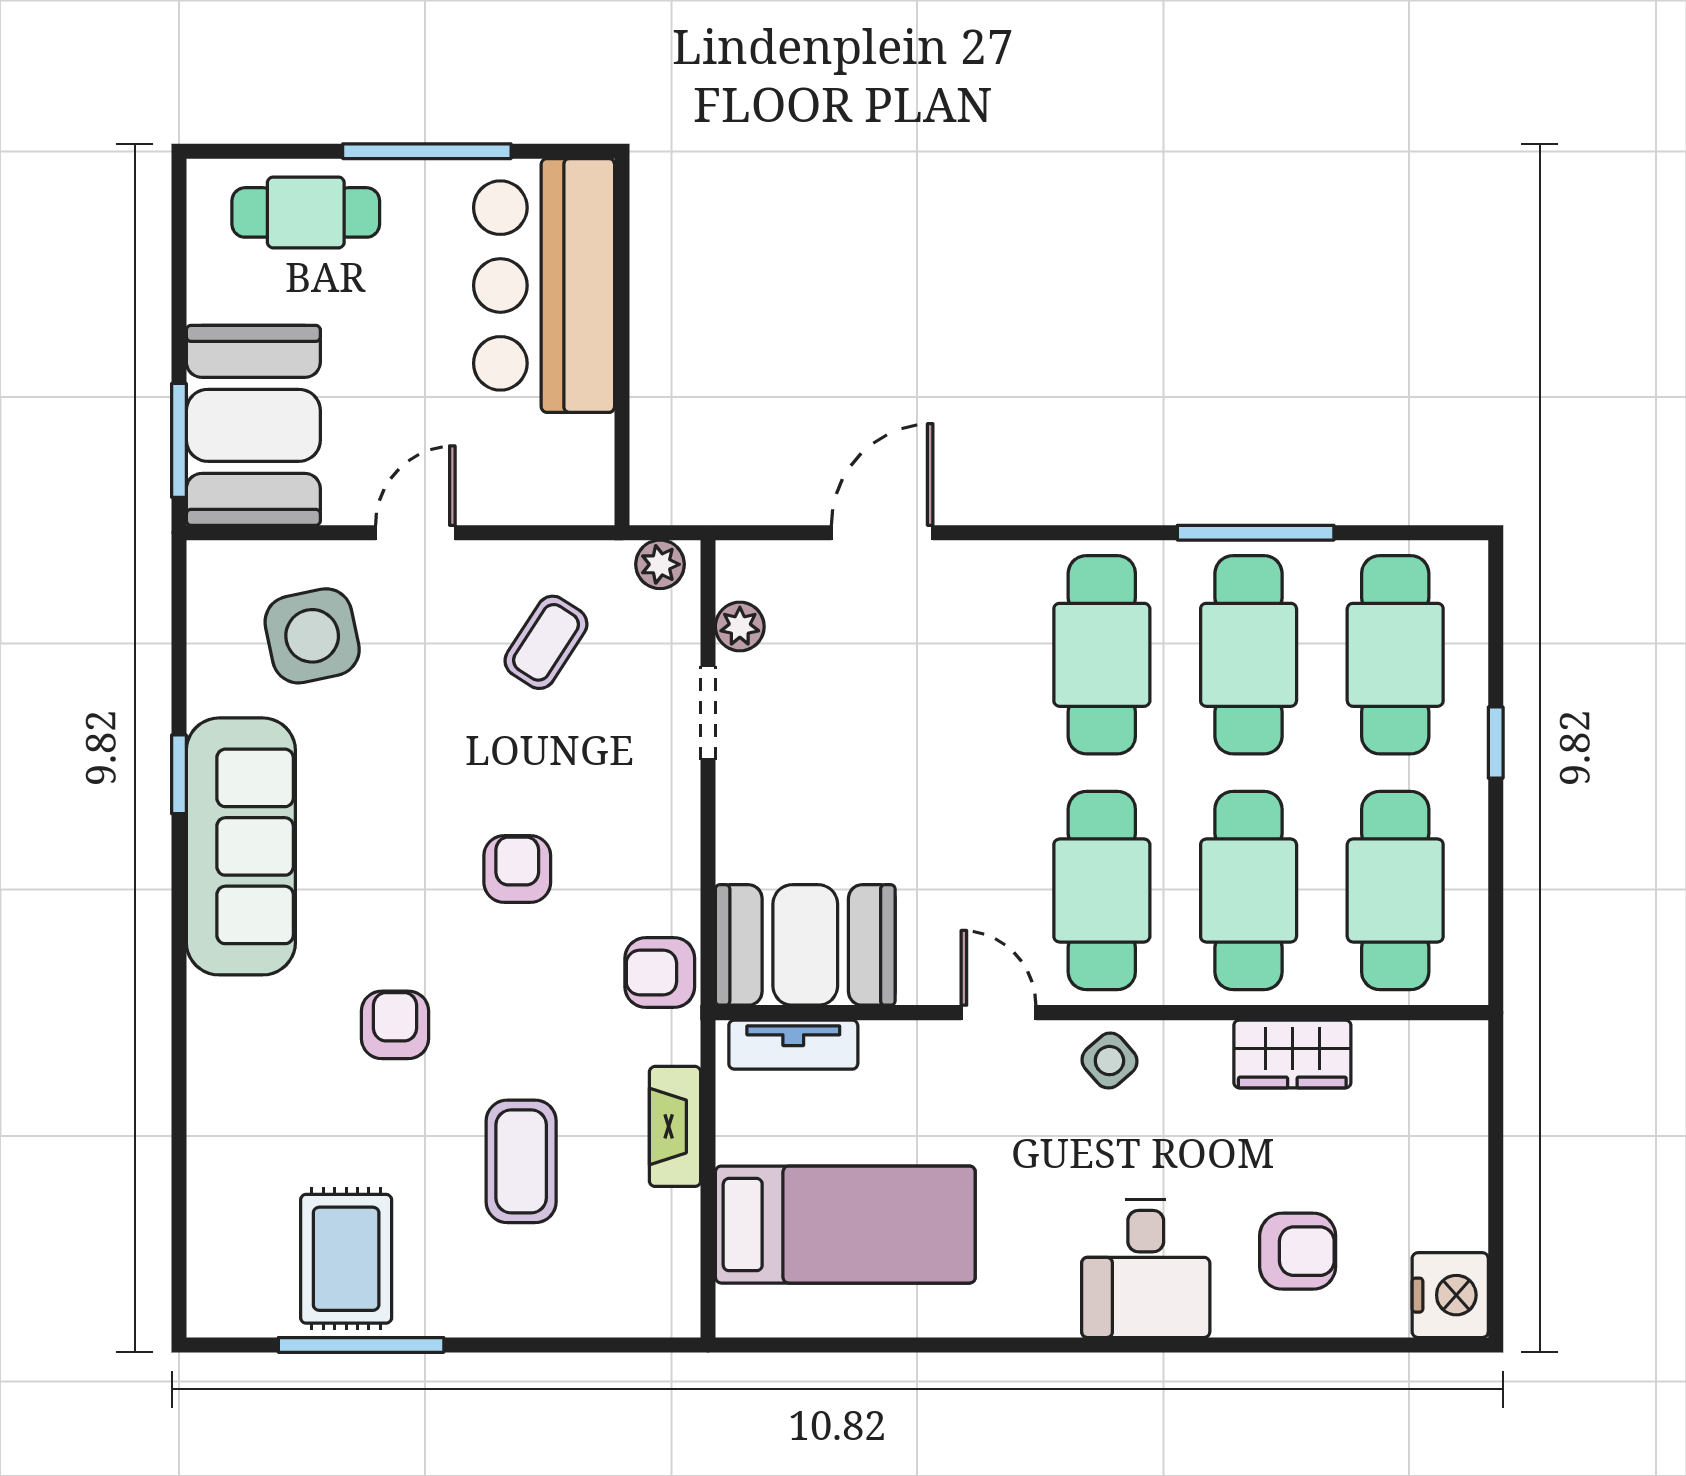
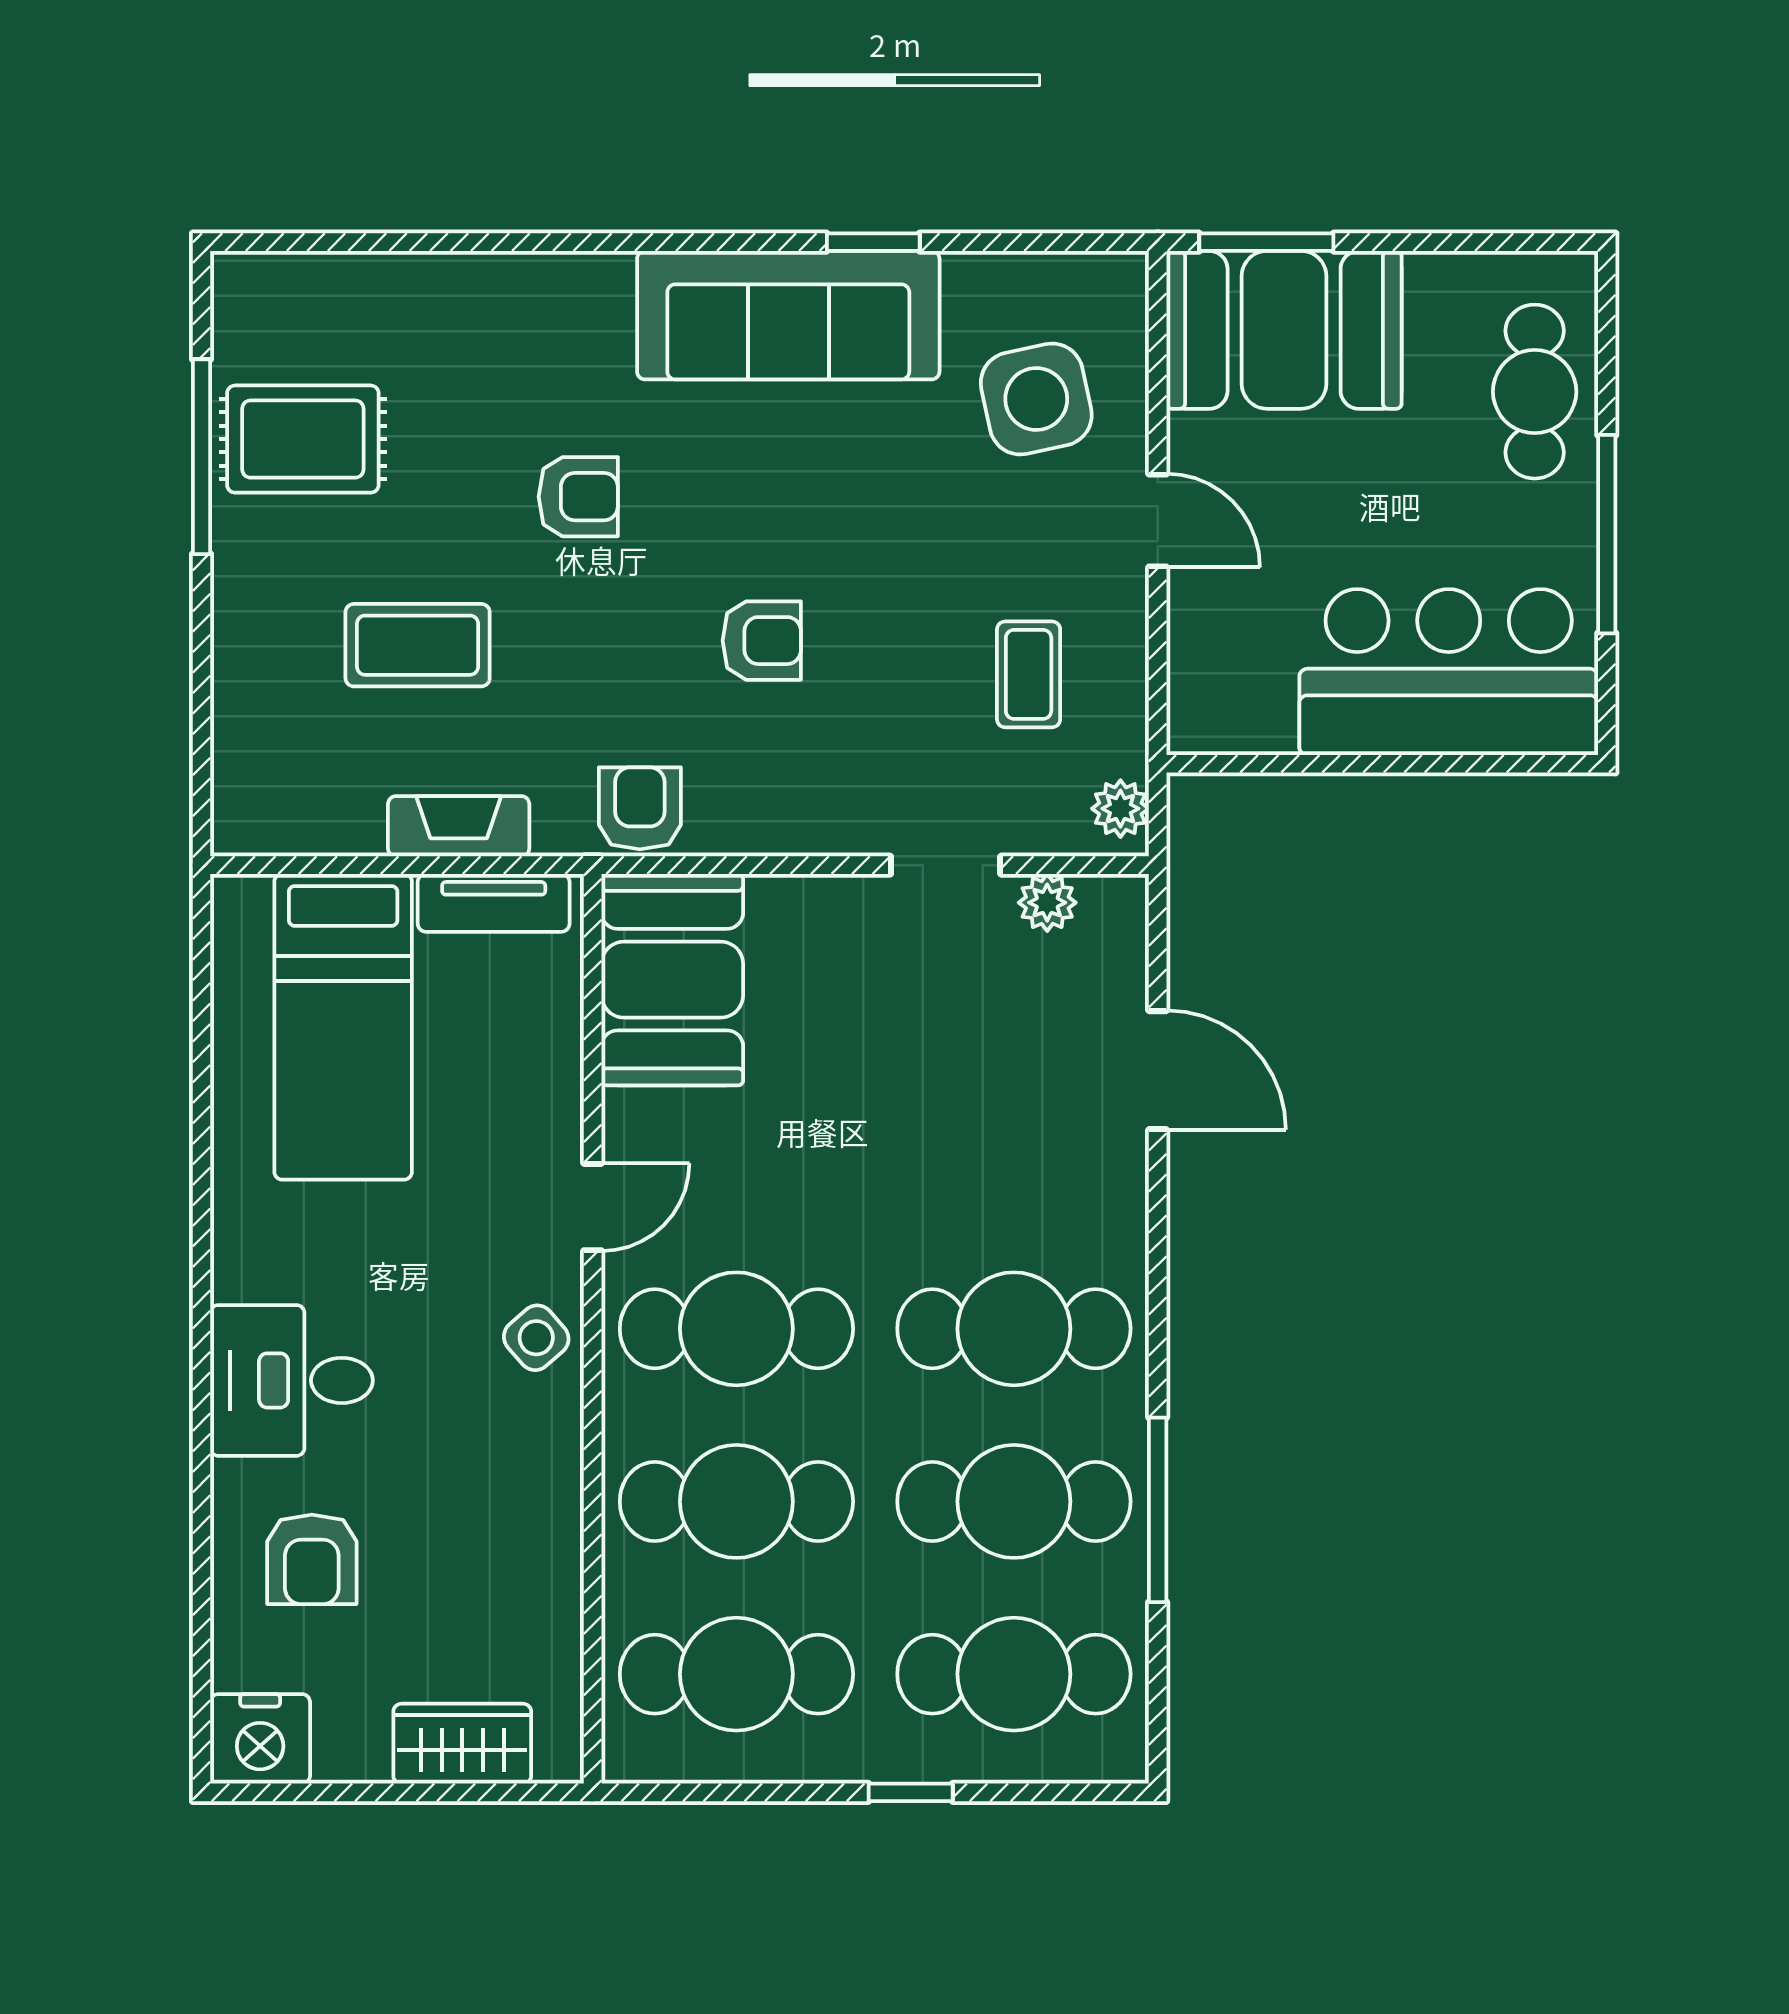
coffee table: (546, 642) -> (1029, 674), turned 57
tv unit: (793, 1045) -> (494, 903), moved, turned -90
wardrobe: (1292, 1054) -> (462, 1744), moved, turned 90

